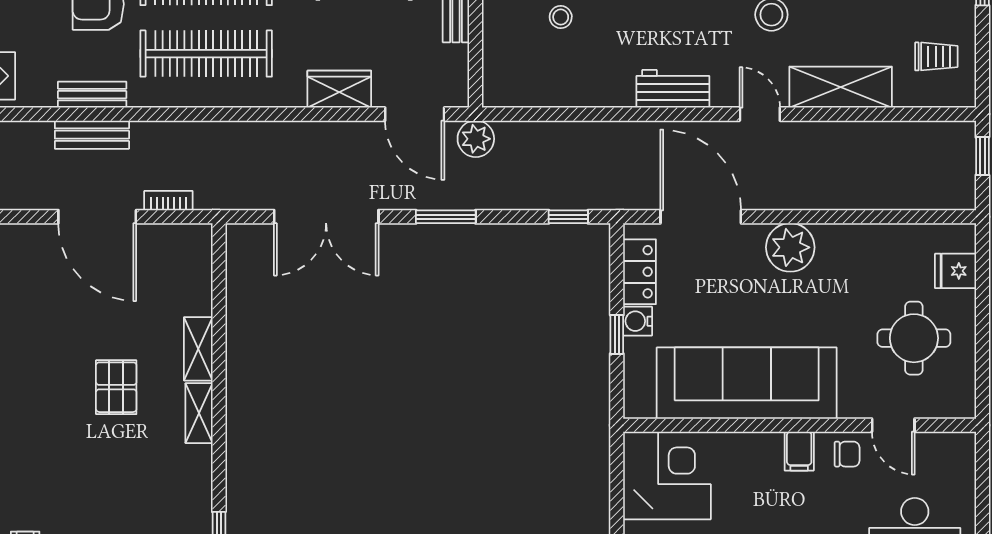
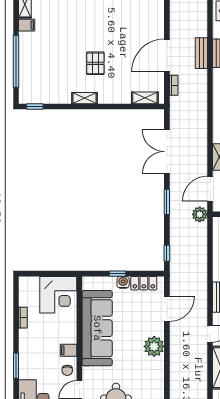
door: (701, 217) -> (167, 309), width x0.73
shelving: (198, 349) -> (145, 98), moved
pallet: (116, 387) -> (95, 63), turned 90

